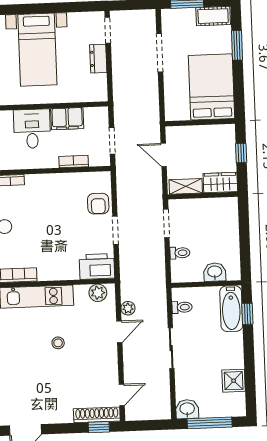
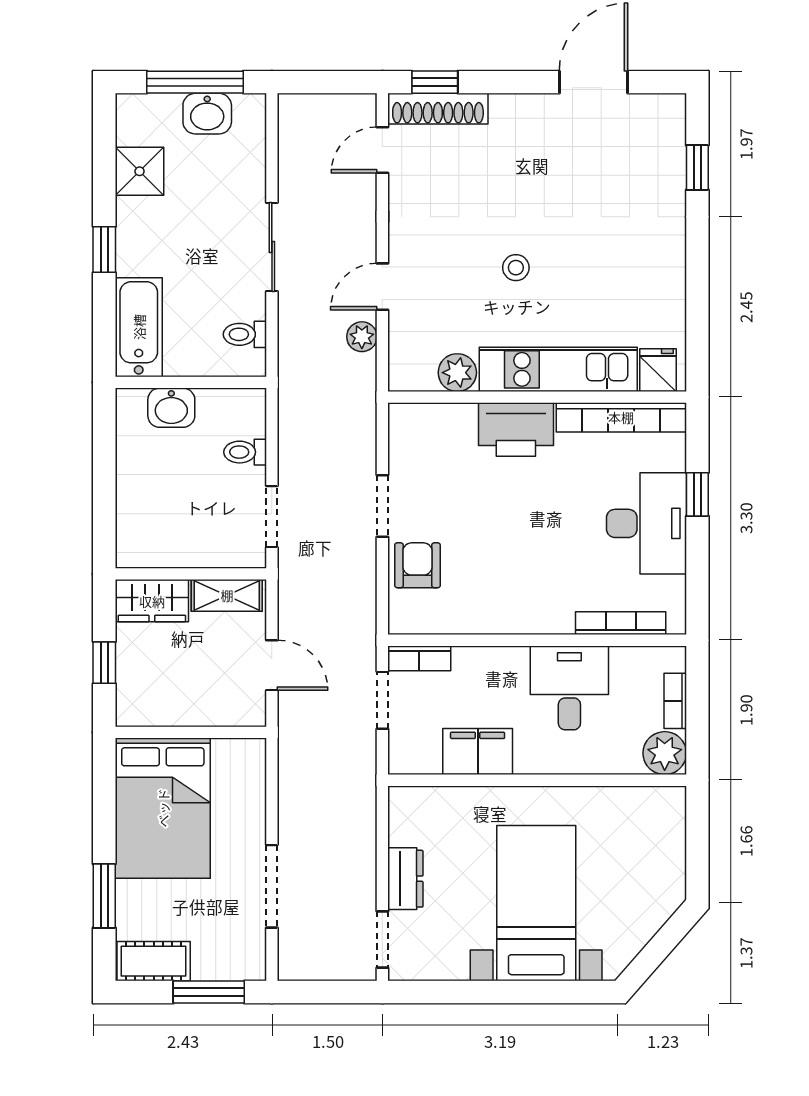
desk: (32, 129) -> (569, 688), moved, turned 180
bookcase: (74, 162) -> (419, 658), moved
printer: (97, 266) -> (516, 430), moved
plant: (98, 293) -> (457, 373), moved
window: (247, 314) -> (104, 249), moved
washbasin: (187, 409) -> (207, 114), moved

